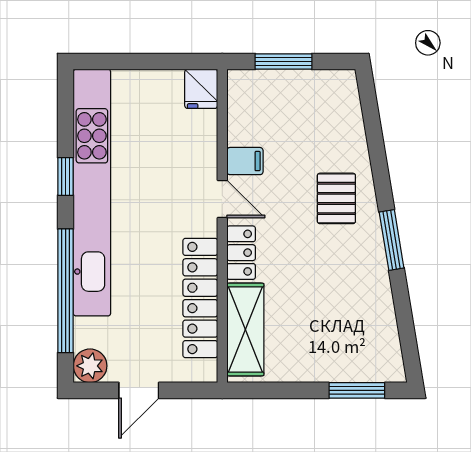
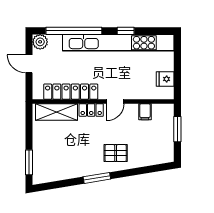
fridge: (201, 89) -> (165, 79), moved
filing cabinet: (245, 161) -> (145, 112), moved

